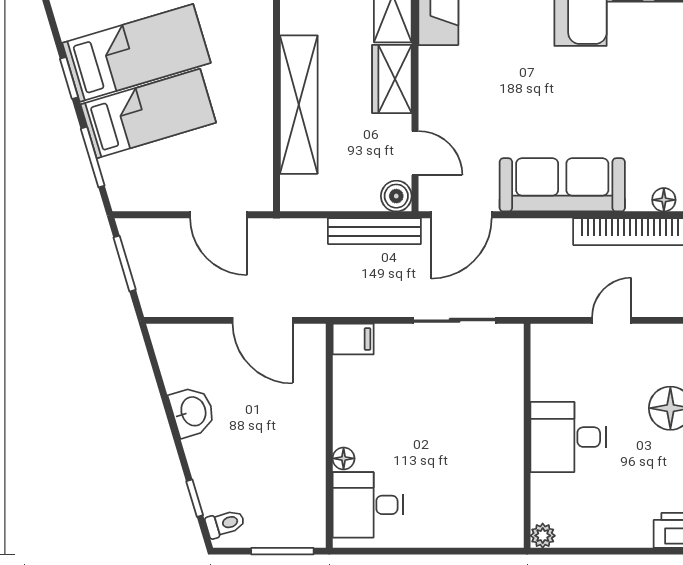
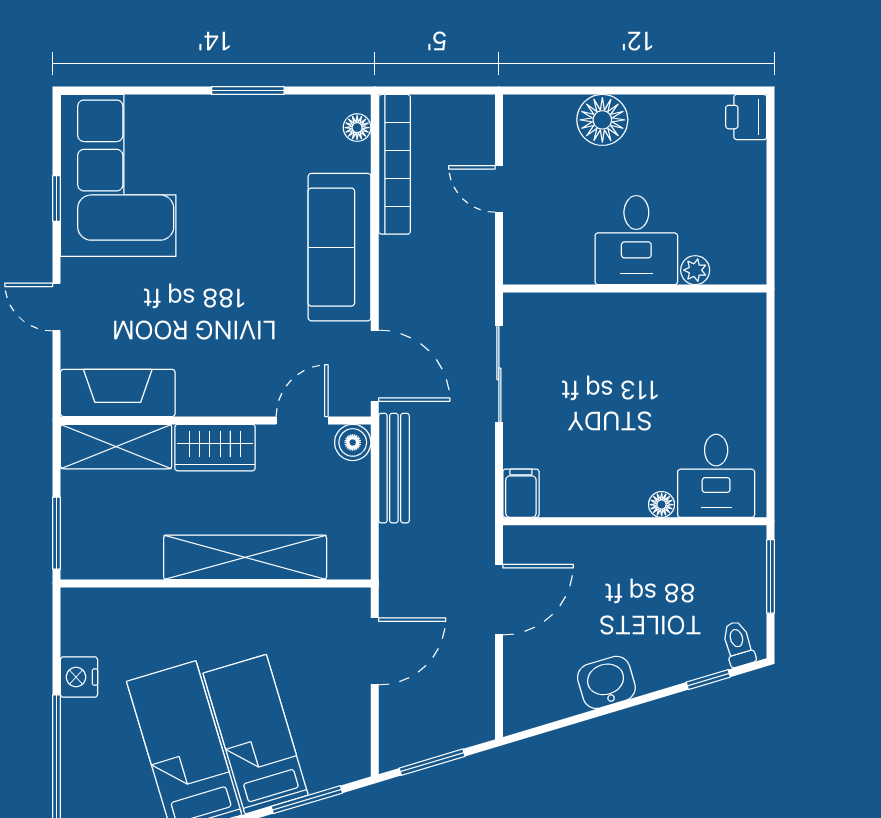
plant: (543, 536) -> (695, 270), moved

